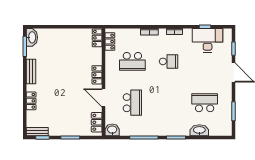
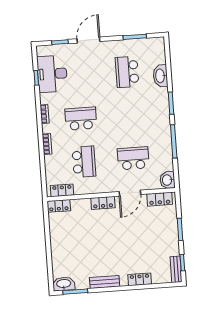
school desk: (168, 61) -> (81, 119), width x1.85

